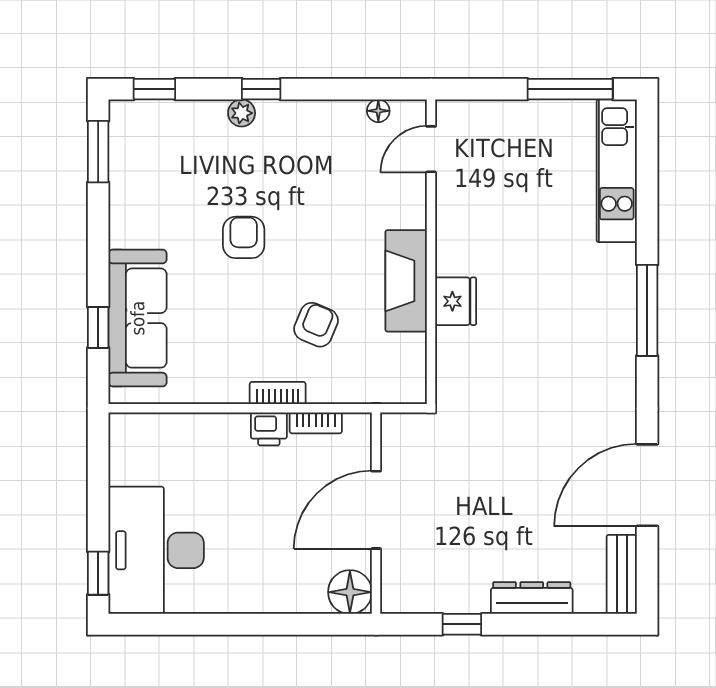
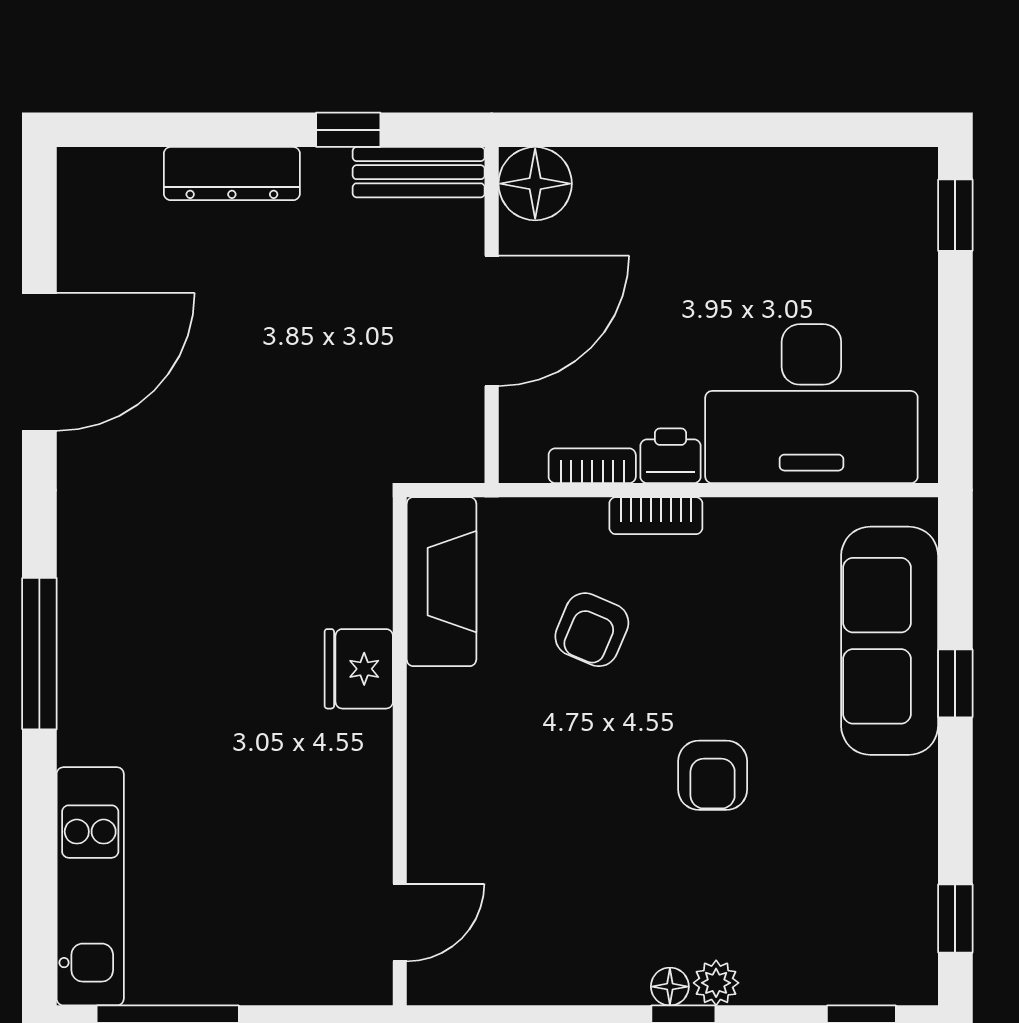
floor lamp: (378, 111) -> (670, 987), moved
window: (98, 152) -> (955, 918), width x0.67
fireplace: (406, 281) -> (441, 582), moved
window: (98, 327) -> (955, 683), moved
desk: (156, 550) -> (811, 404), moved, turned 90
bench: (622, 574) -> (419, 172), moved, turned 90

